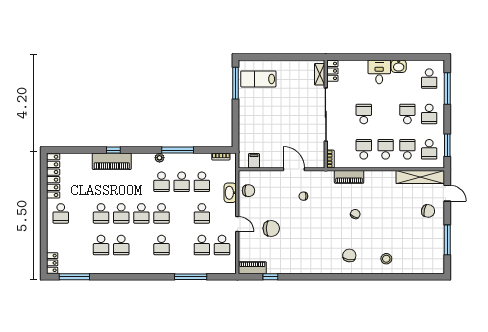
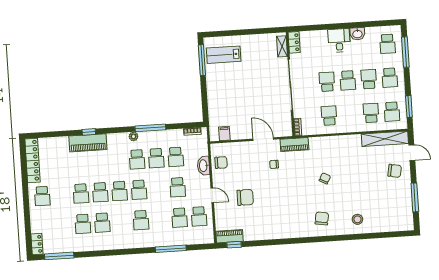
school desk: (386, 149) -> (348, 80), moved, turned 180
piano: (349, 177) -> (294, 144), moved
window: (270, 277) -> (234, 245), moved

